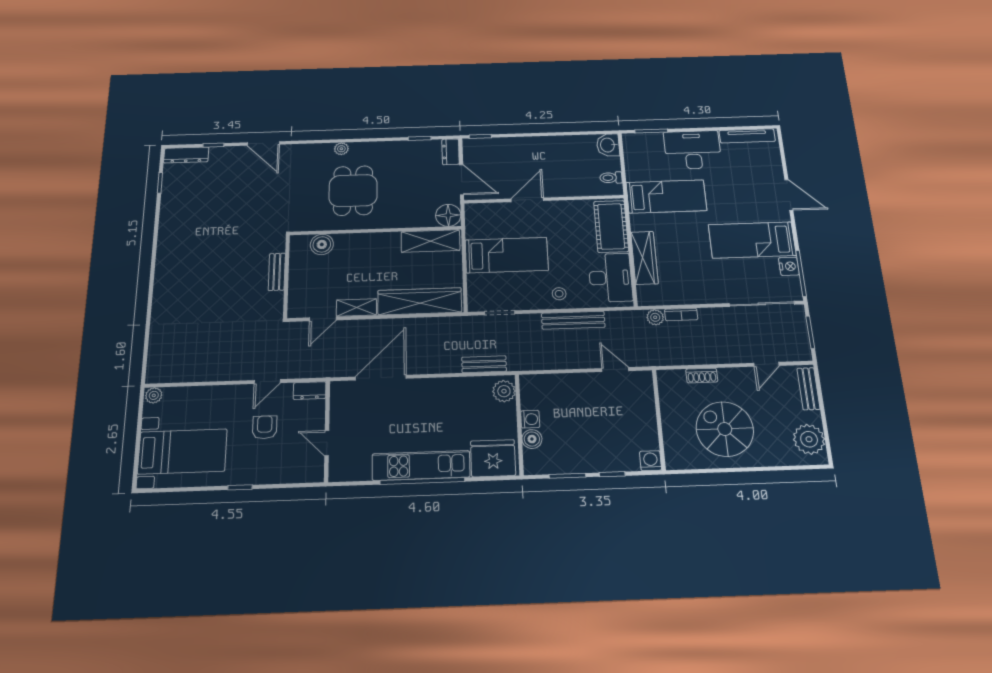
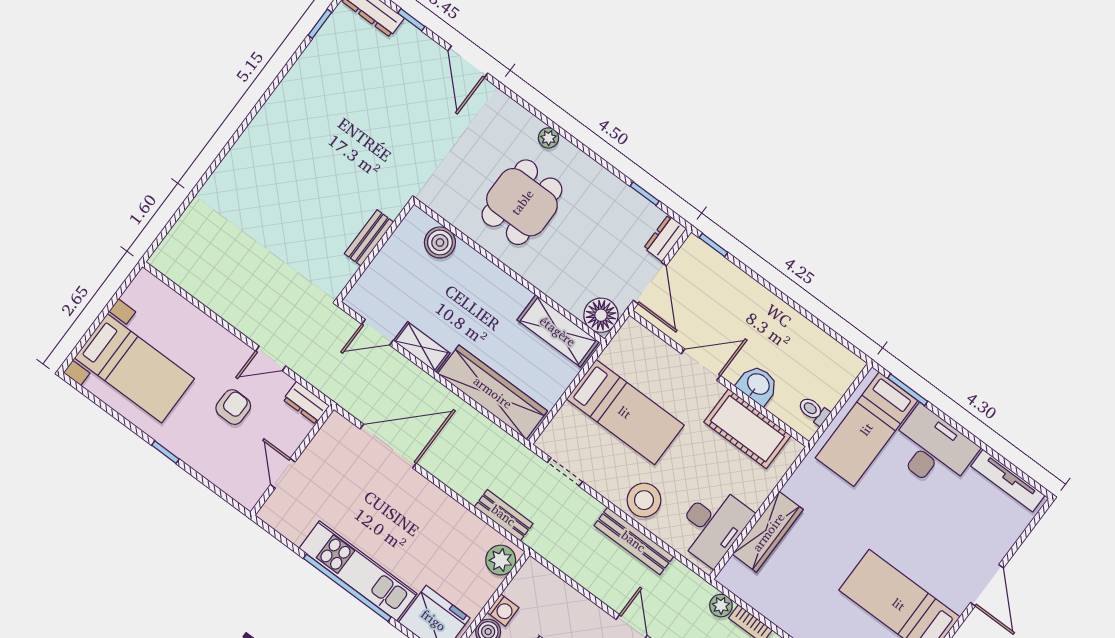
washbasin: (608, 145) -> (758, 385), moved, turned 90
bed: (666, 196) -> (866, 429), moved, turned 90
cot: (611, 226) -> (747, 429), moved, turned 90
stool: (559, 294) -> (644, 500), width x1.89, depth x1.89
plant: (154, 395) -> (146, 282), removed

